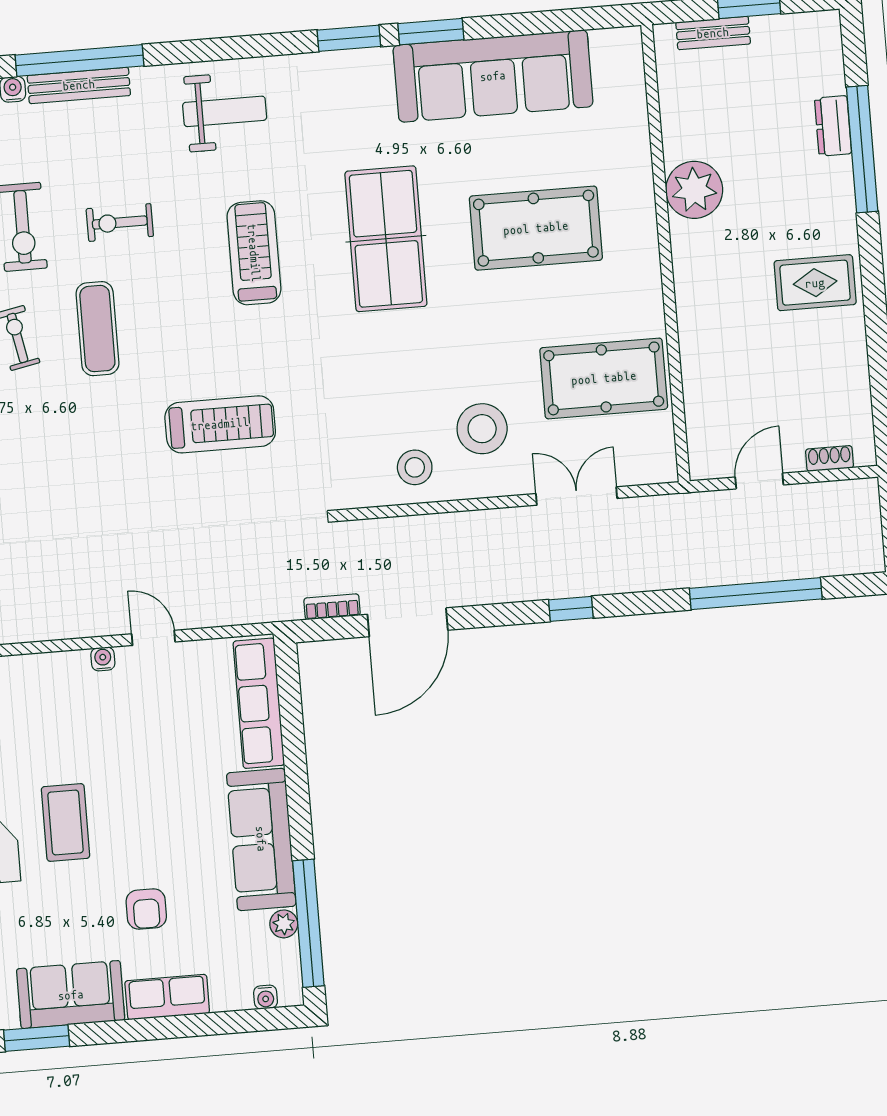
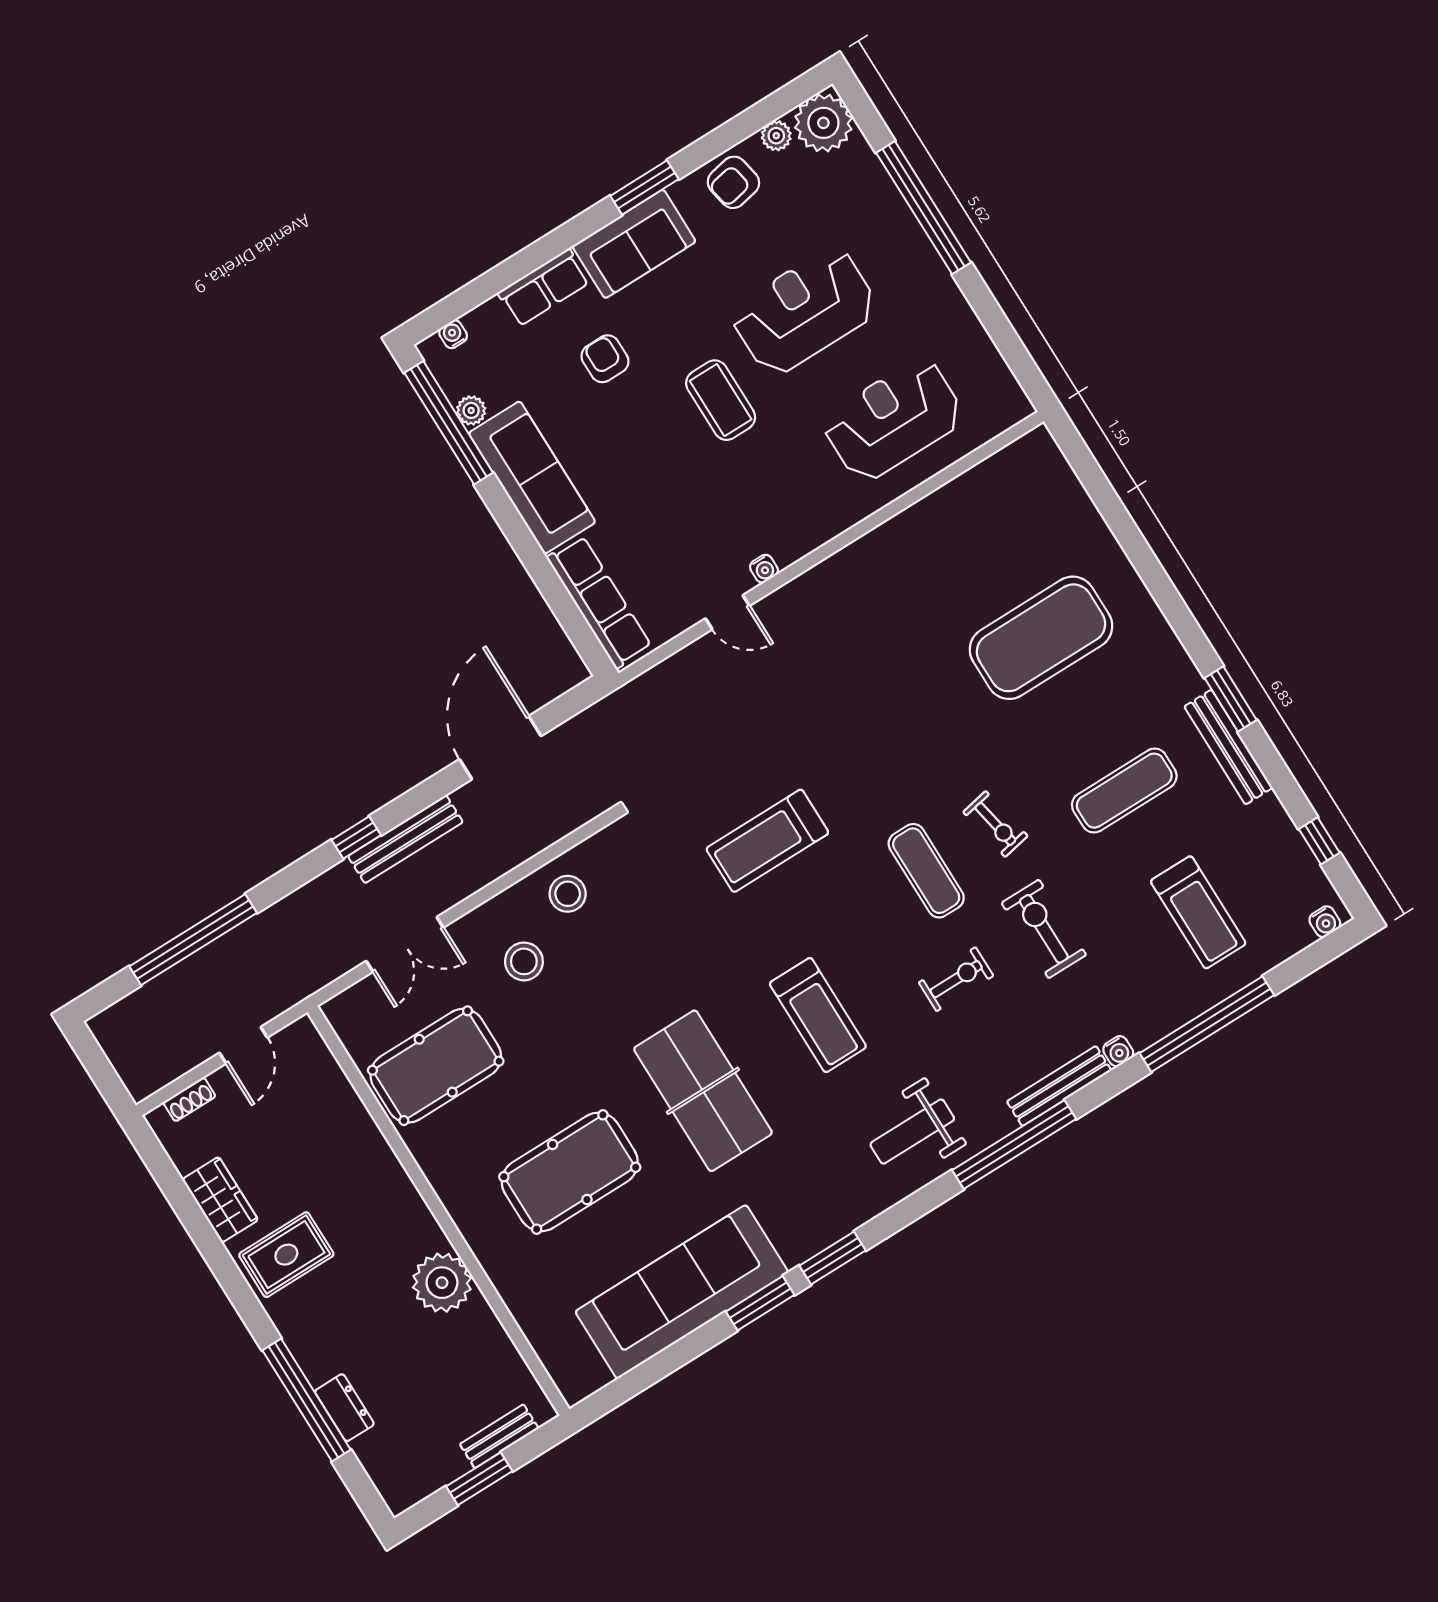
window: (79, 60) -> (1014, 1145), moved
wardrobe: (848, 359) -> (220, 1200), added
stool: (482, 429) -> (524, 961), width x0.73, depth x0.73
bench: (530, 586) -> (405, 839), added
bookcase: (332, 607) -> (578, 726), removed

